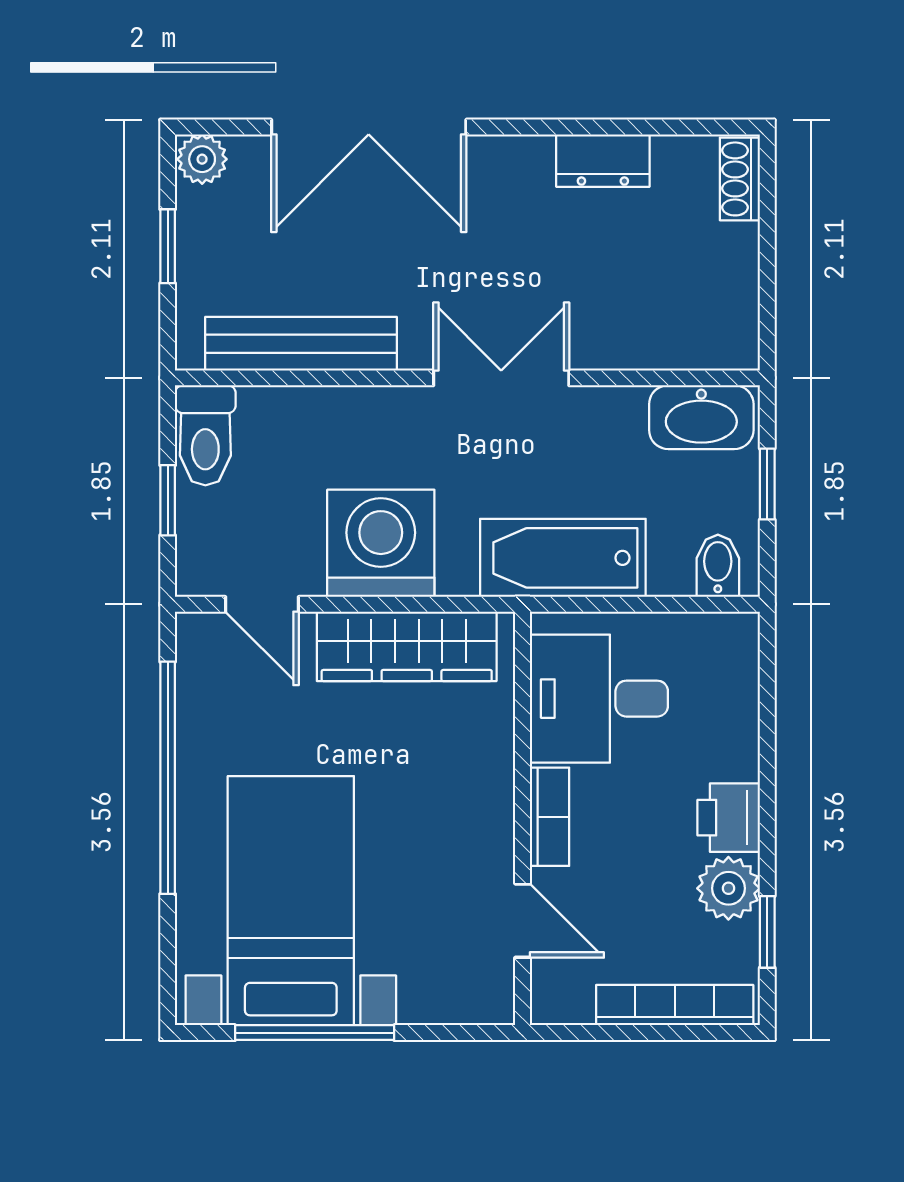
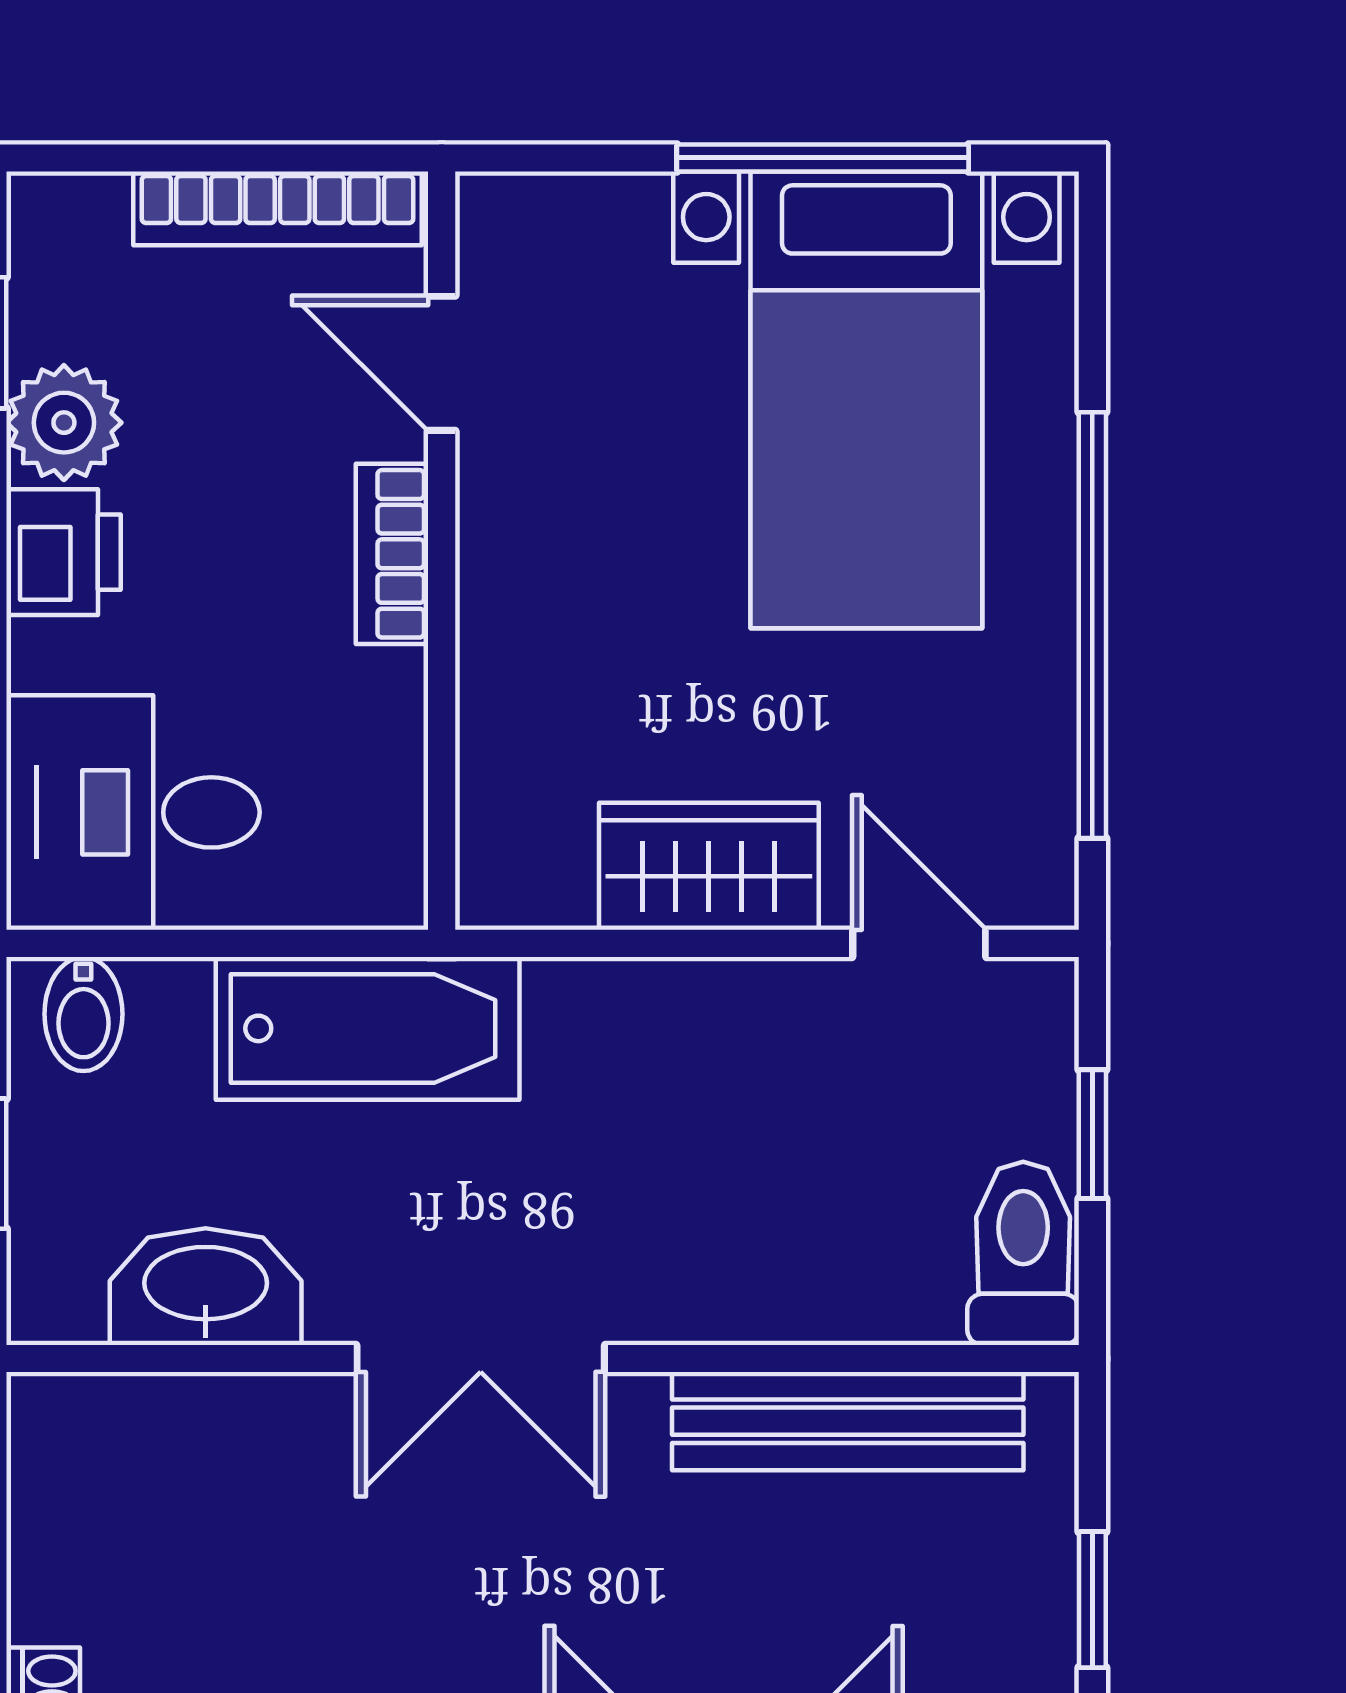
washbasin: (701, 417) -> (206, 1287), moved
washing machine: (381, 543) -> (701, 1055), removed
wardrobe: (407, 646) -> (709, 866), width x0.67
desk: (599, 699) -> (133, 812), moved, turned 180
bookcase: (675, 1005) -> (277, 208), moved

